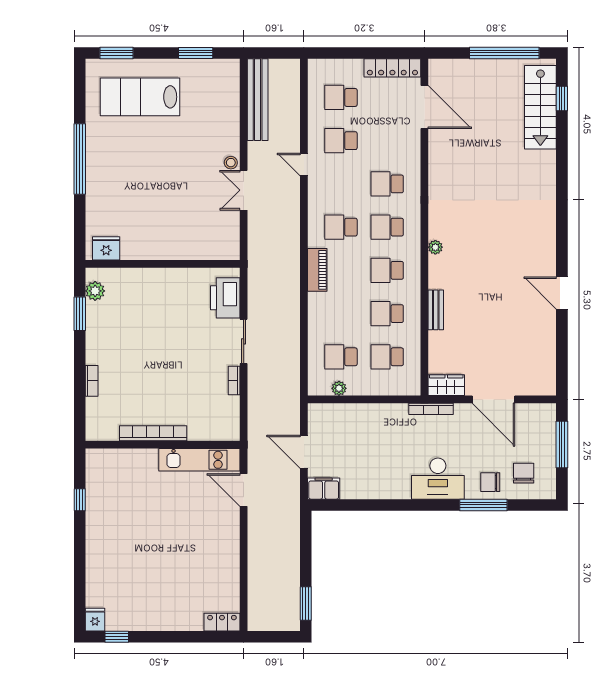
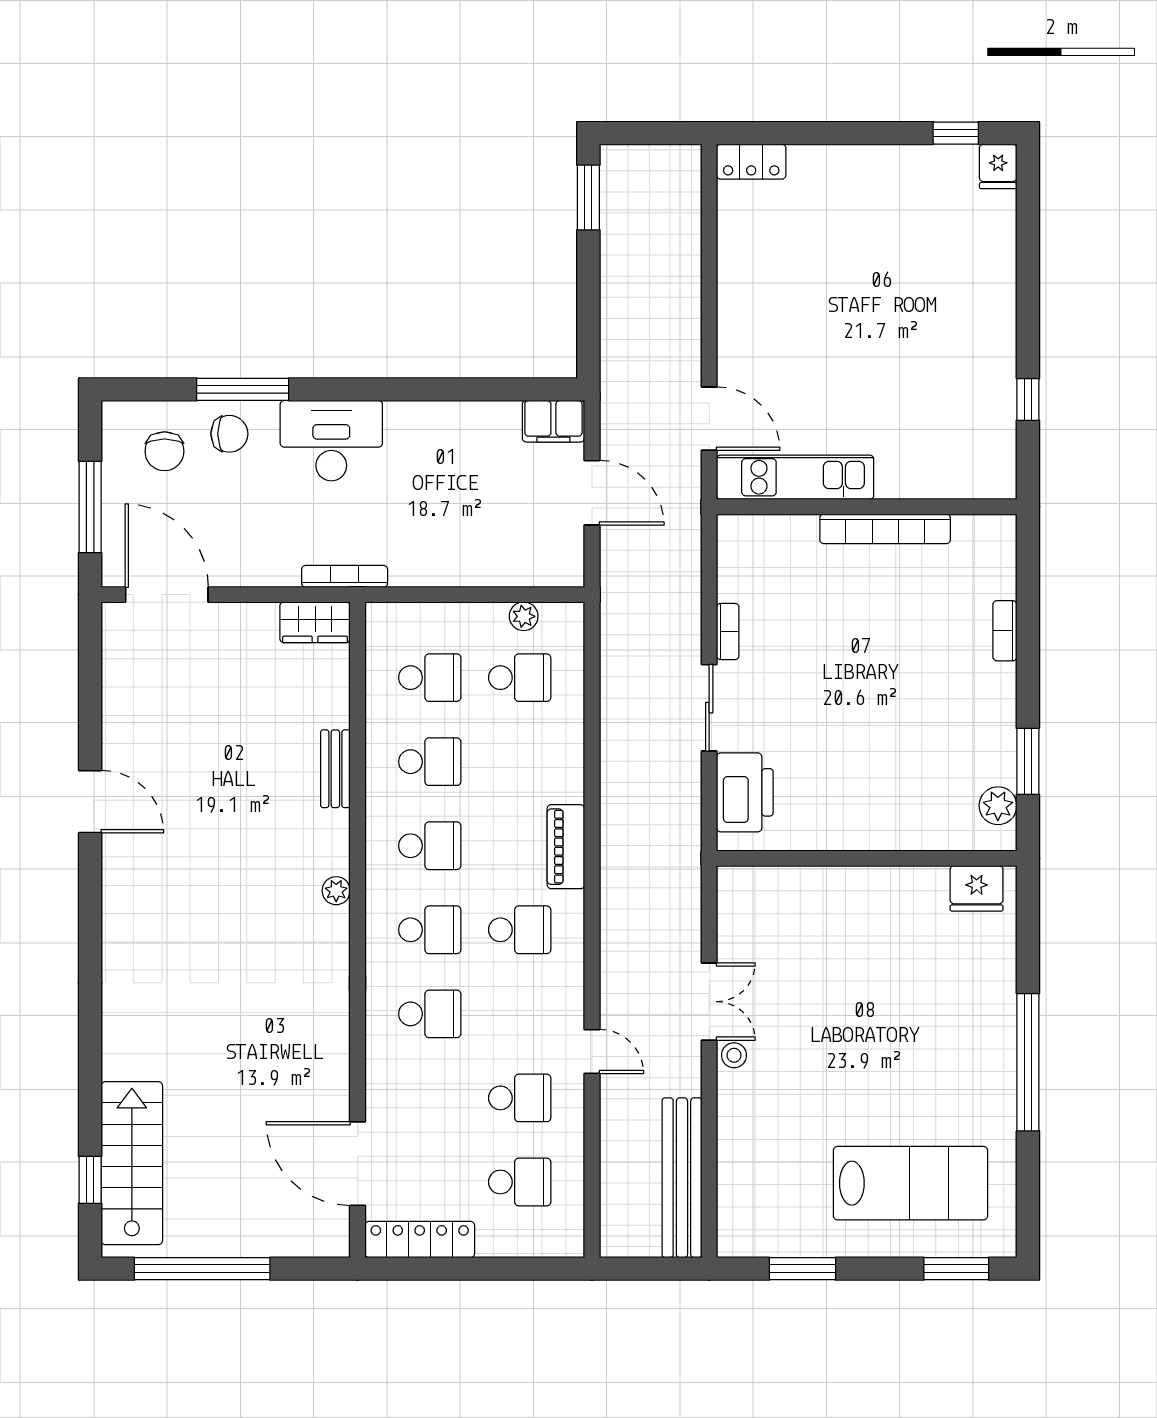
door: (493, 399) -> (167, 595), moved

